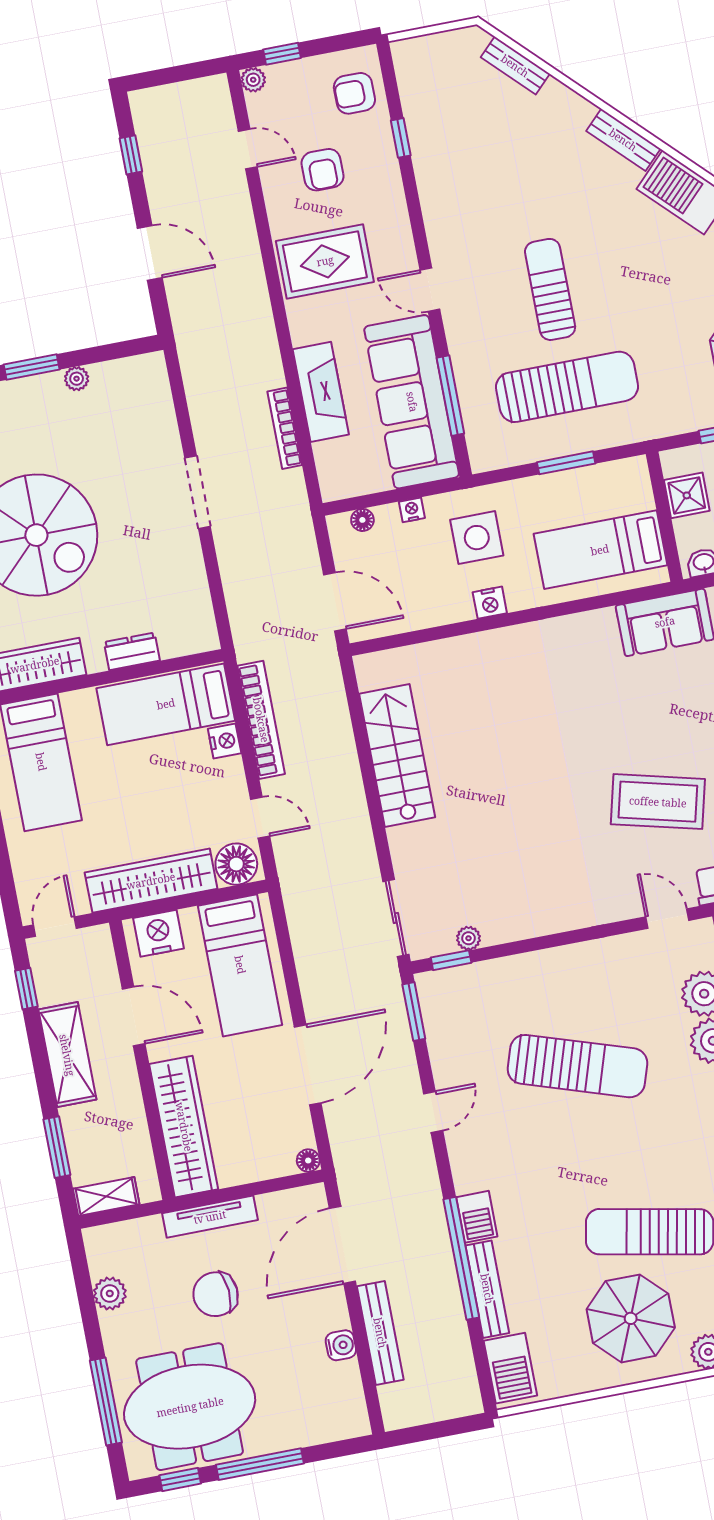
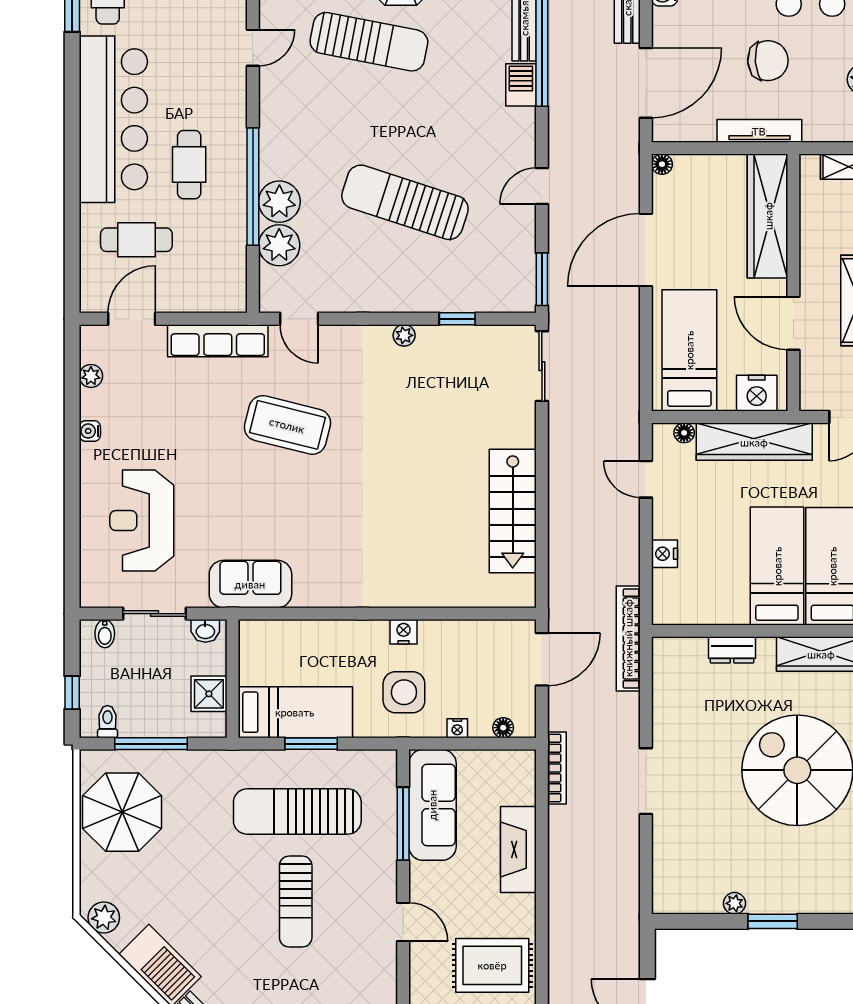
sofa: (412, 402) -> (432, 805), width x0.74, depth x0.79
bookcase: (285, 428) -> (557, 768), moved
bed: (600, 550) -> (295, 712), moved
door: (335, 602) -> (542, 659), swing flipped
bed: (166, 704) -> (777, 566), moved, turned -90
bookcase: (261, 720) -> (628, 638), moved
floor lamp: (236, 864) -> (684, 433), width x0.53, depth x0.53
plant: (469, 938) -> (404, 335), moved
window: (451, 960) -> (457, 319), moved

